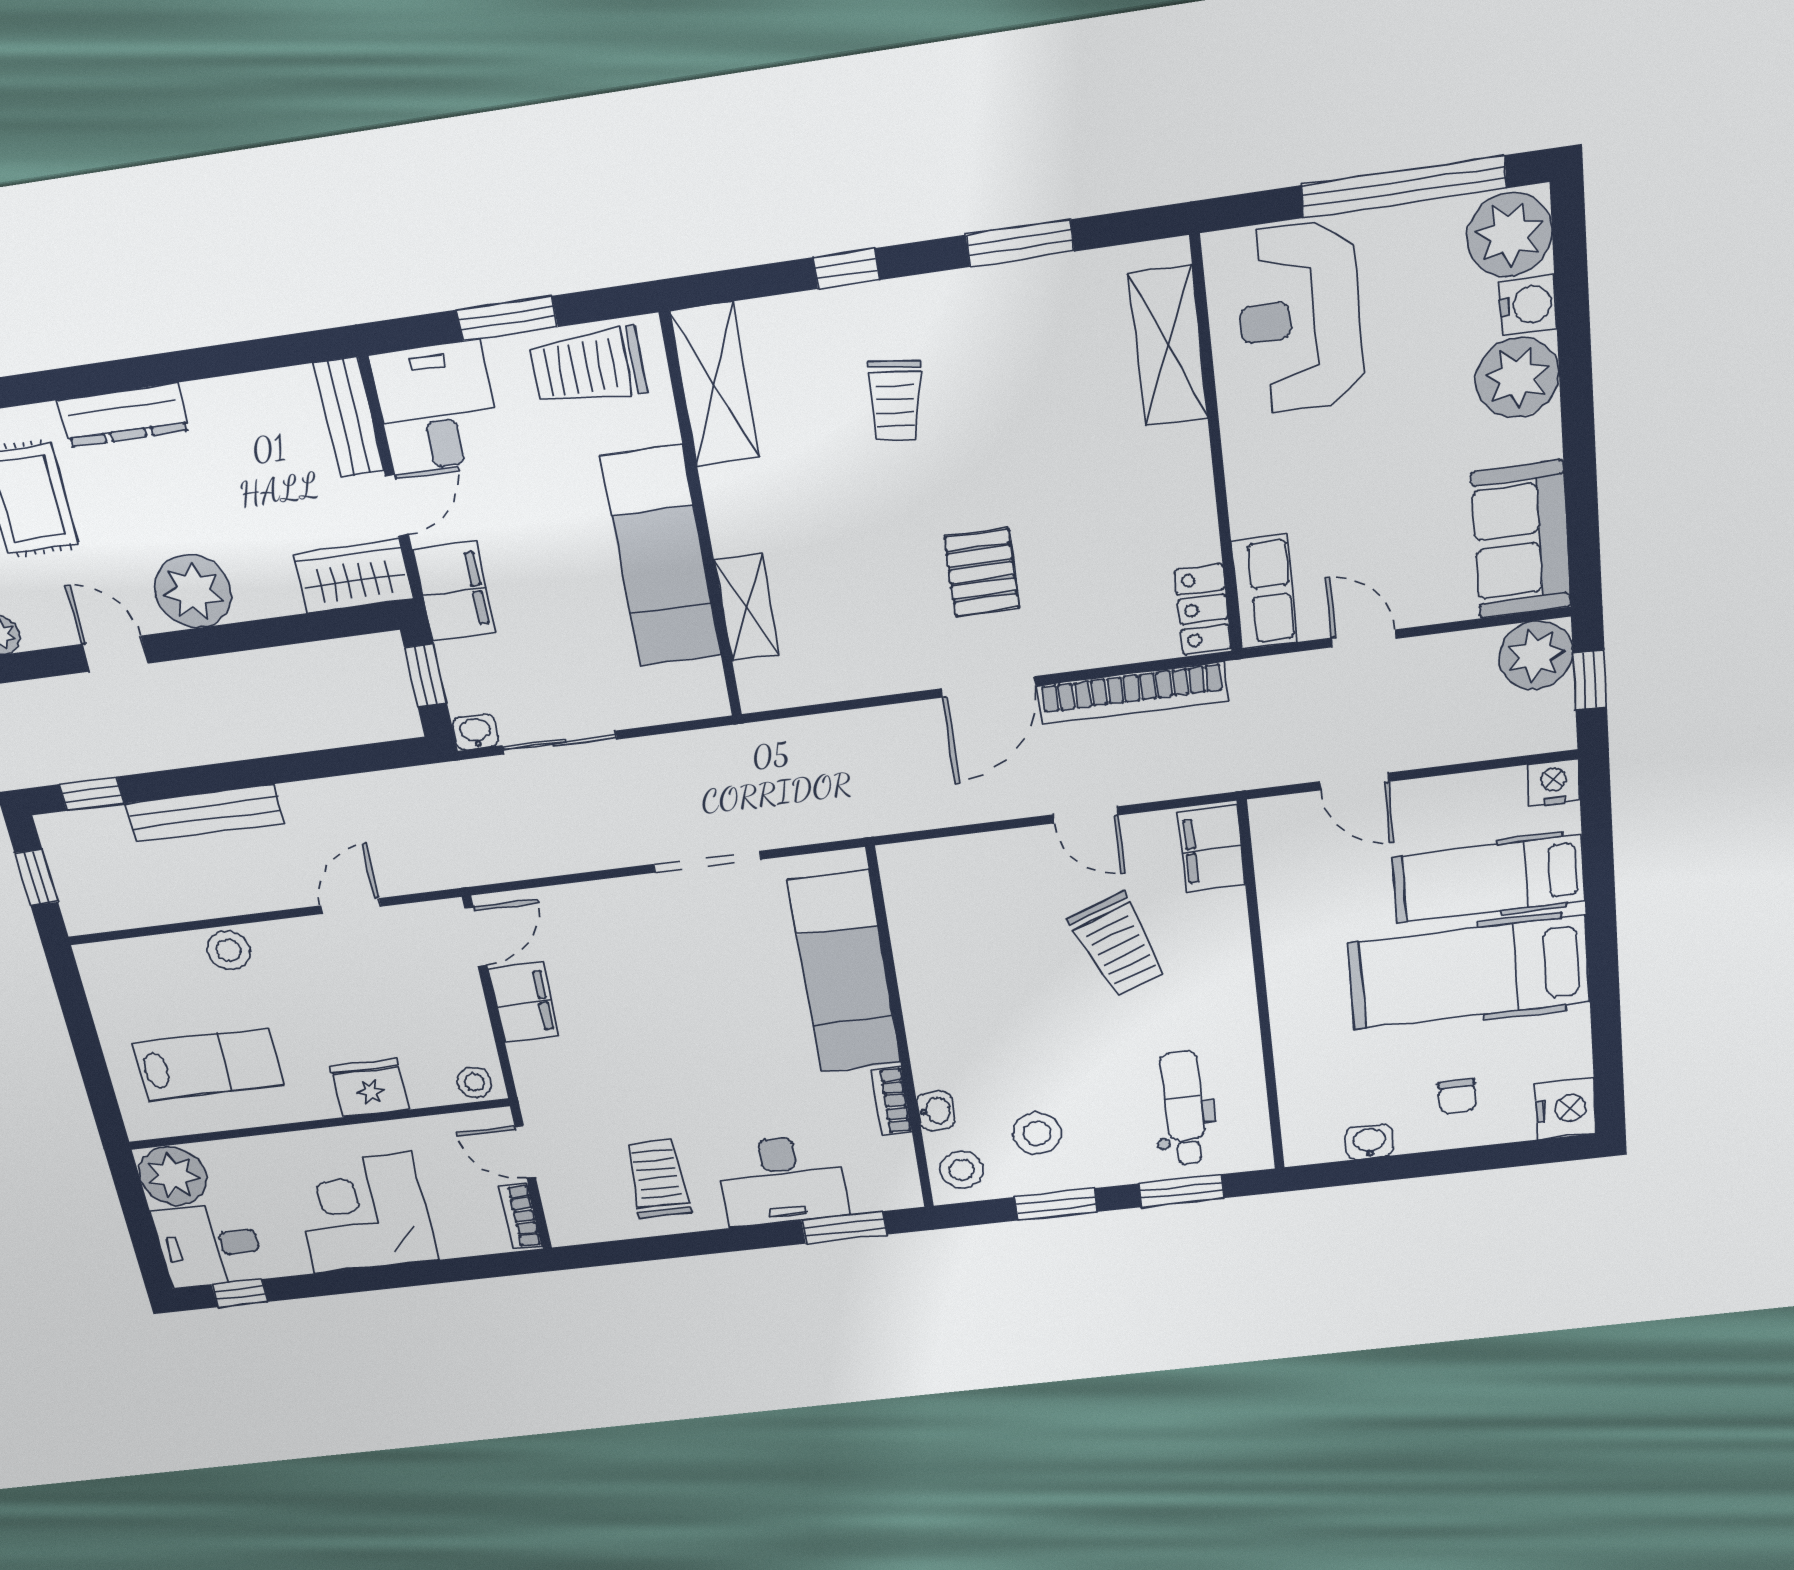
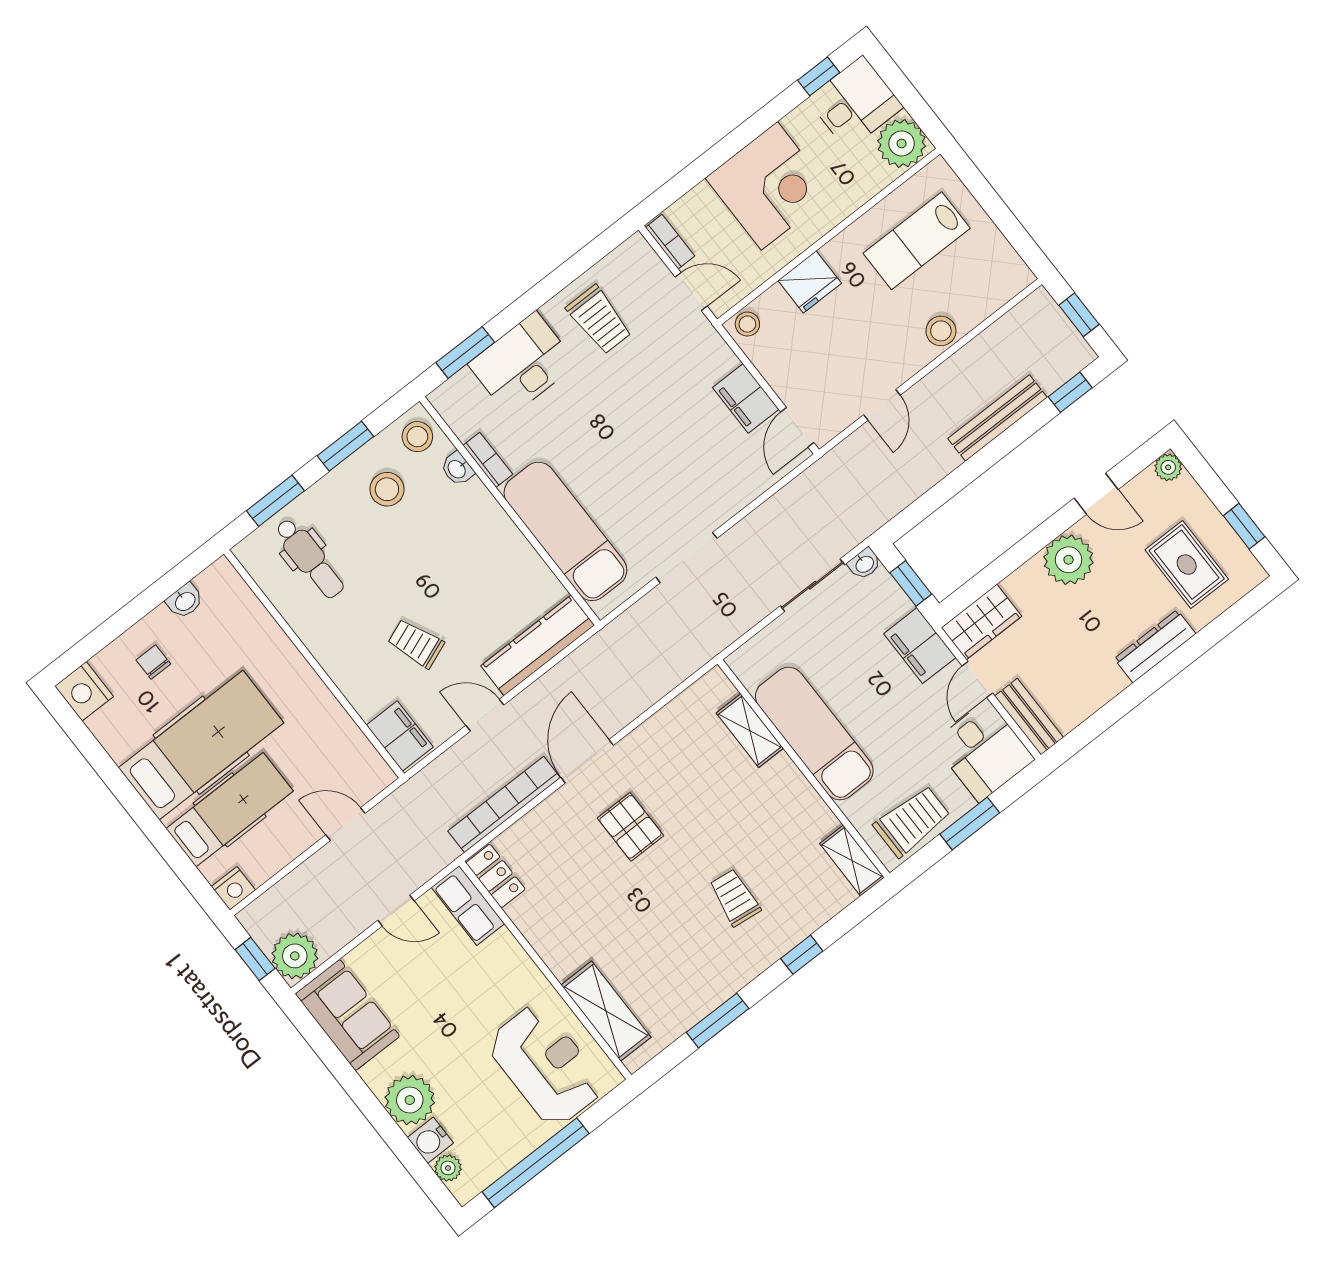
plant: (1509, 235) -> (448, 1168), width x0.53, depth x0.53
shelving: (715, 385) -> (852, 860), width x0.67, depth x0.75
kitchen counter: (964, 861) -> (538, 645), added
trolley: (1118, 945) -> (416, 643), width x0.73, depth x0.72

